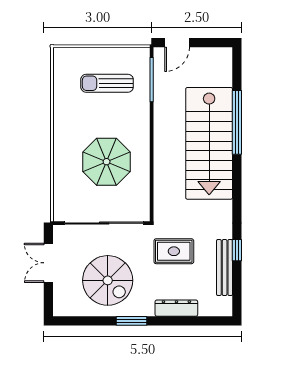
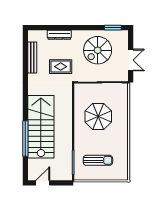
door: (177, 43) -> (43, 183), moved
window: (237, 250) -> (25, 67), removed
spiral stairs: (108, 280) -> (98, 50), turned -90
window: (132, 321) -> (113, 28), moved

